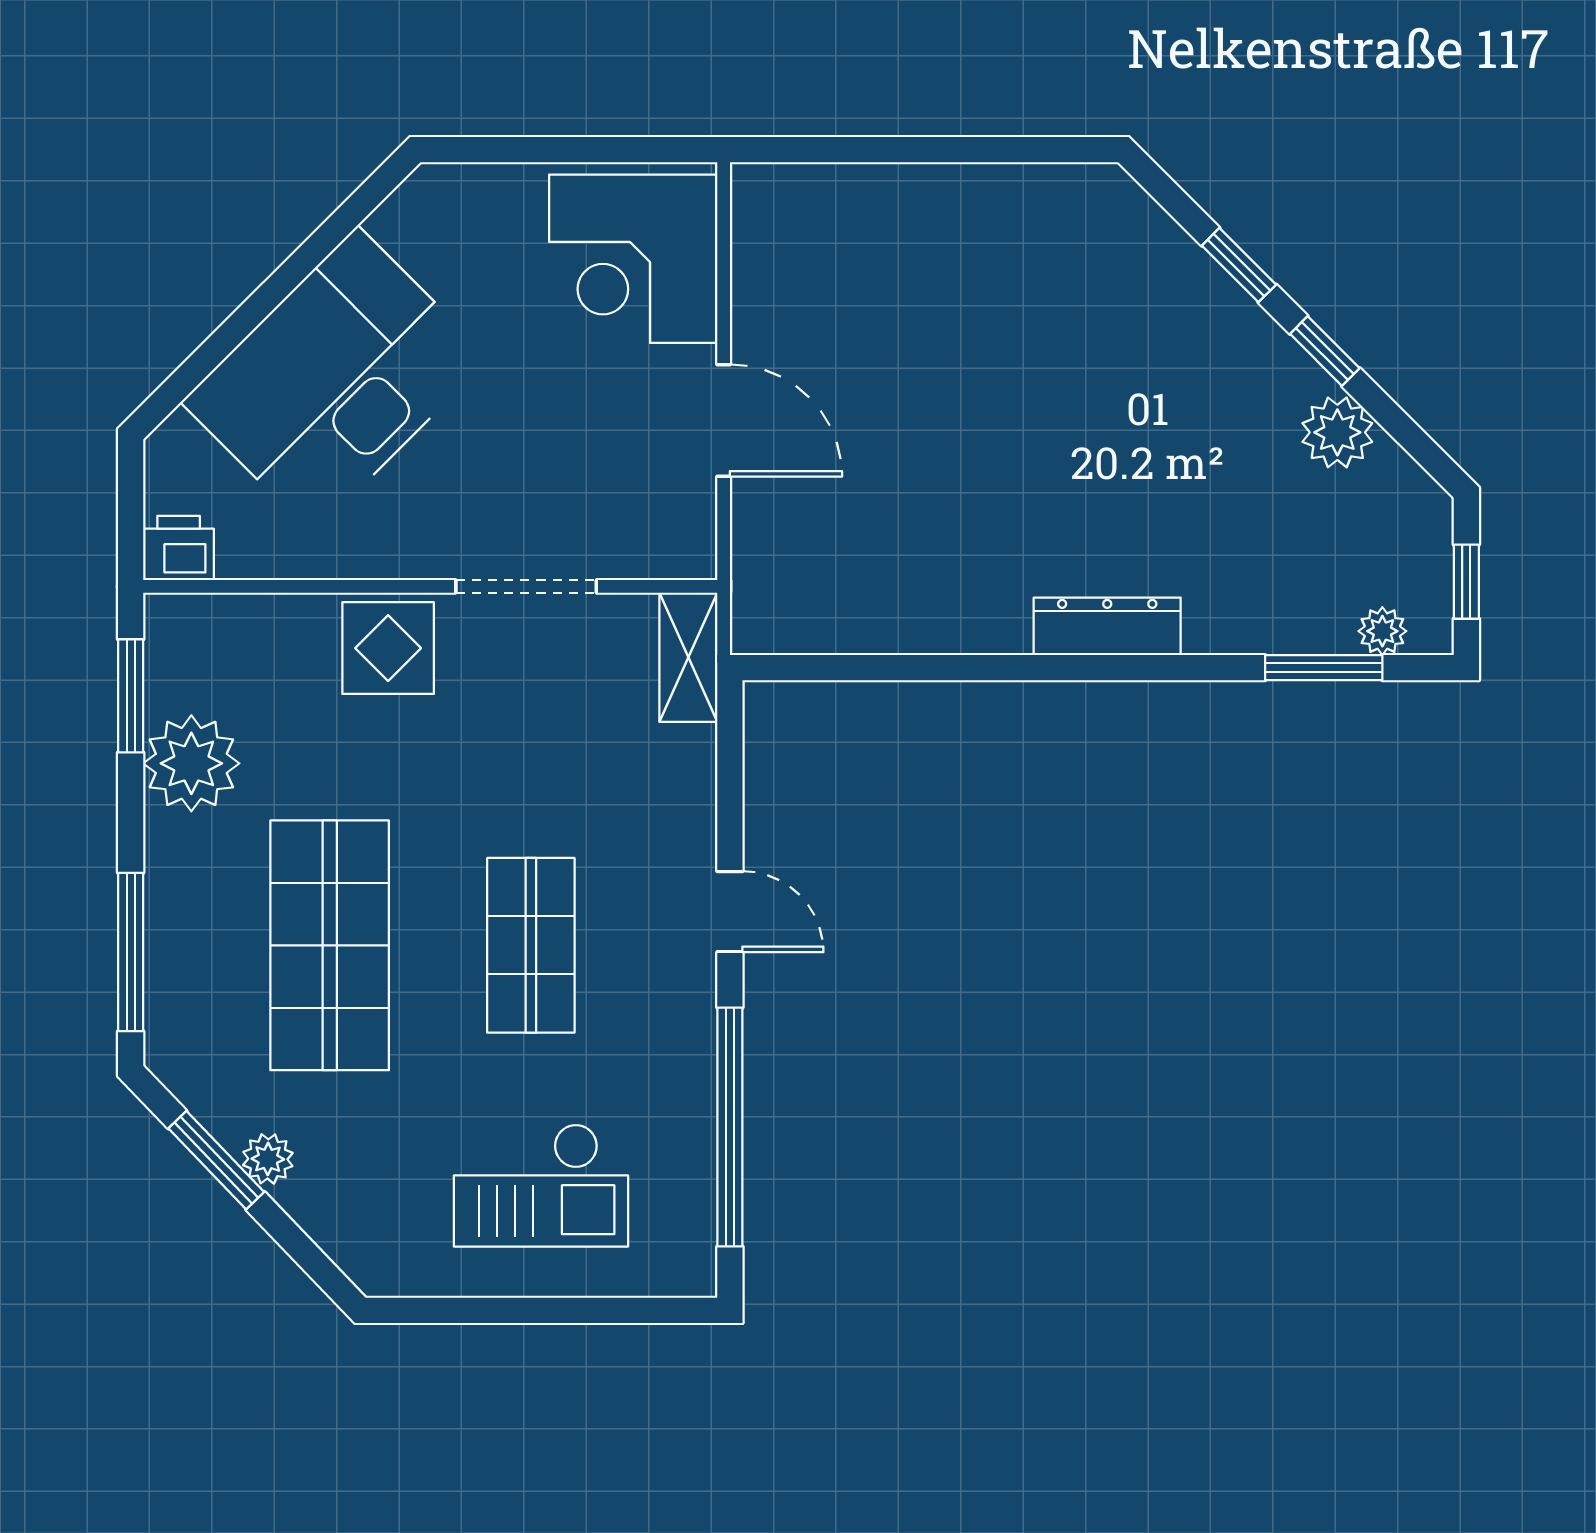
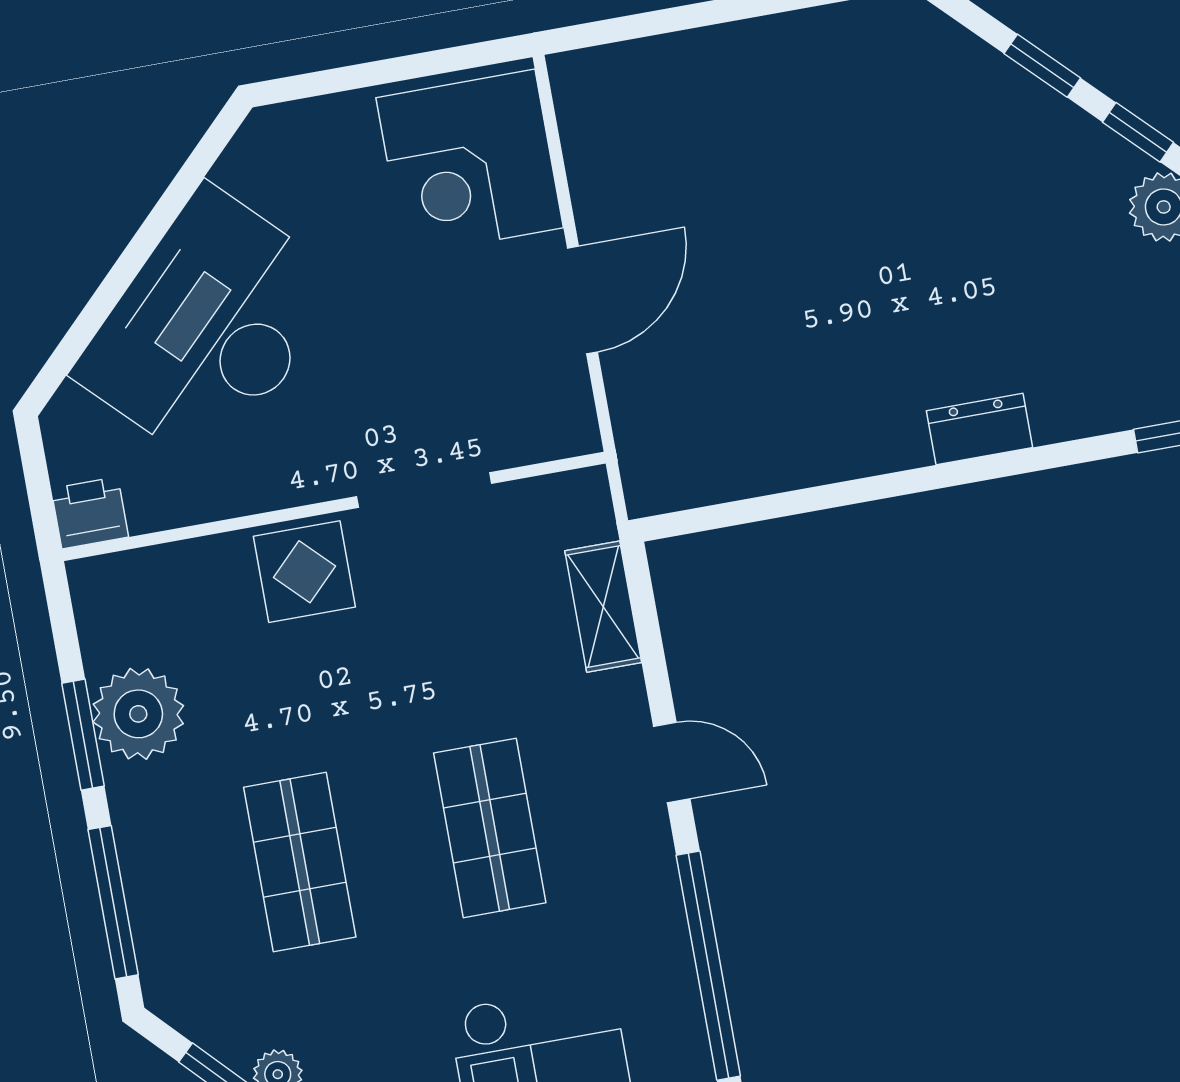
door: (724, 421) -> (582, 300), hinge flipped
dresser: (1107, 626) -> (979, 429), width x0.70
shelving: (688, 657) -> (603, 607), moved
window: (131, 696) -> (83, 735), moved
shop shelf: (330, 945) -> (300, 862), width x0.70, depth x0.74

